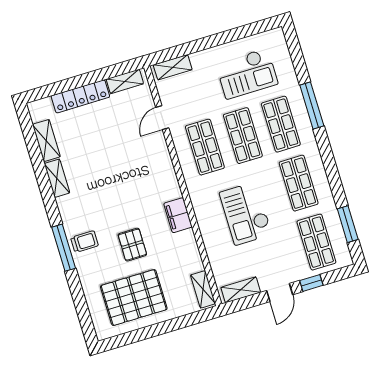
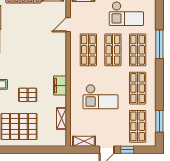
checkout: (246, 214) -> (101, 97), turned -90
pallet: (132, 245) -> (28, 95), turned 90
shelving: (203, 289) -> (62, 118), moved

